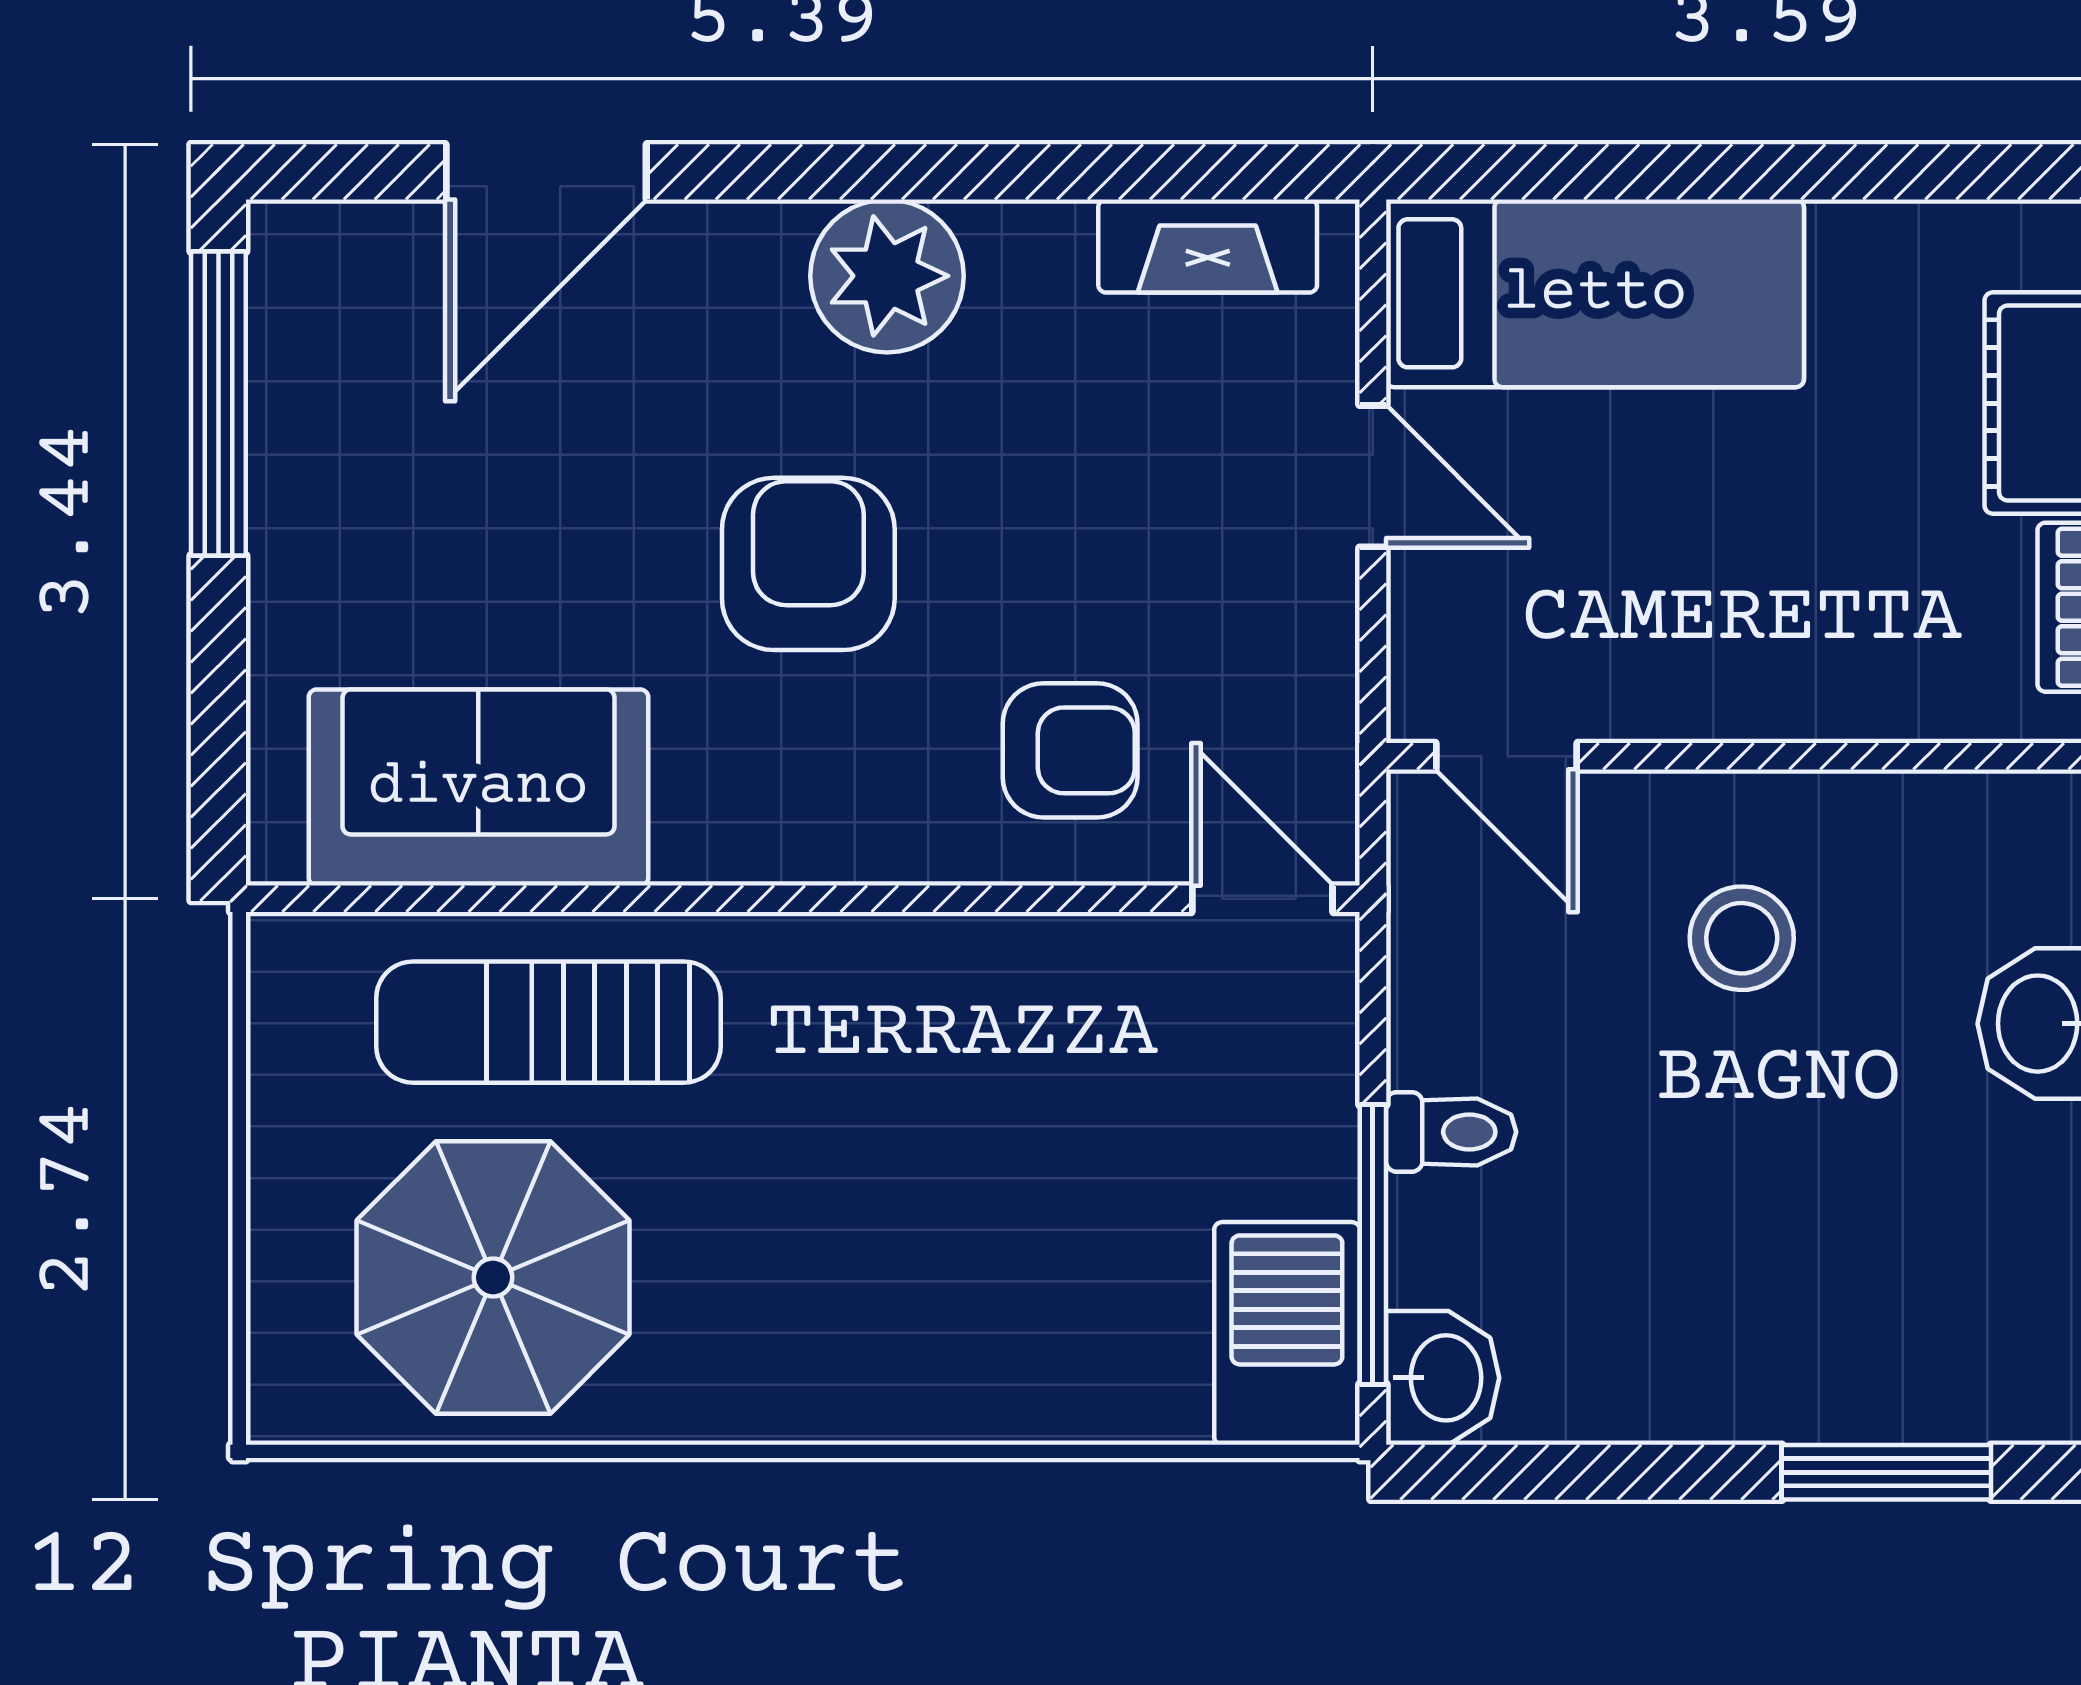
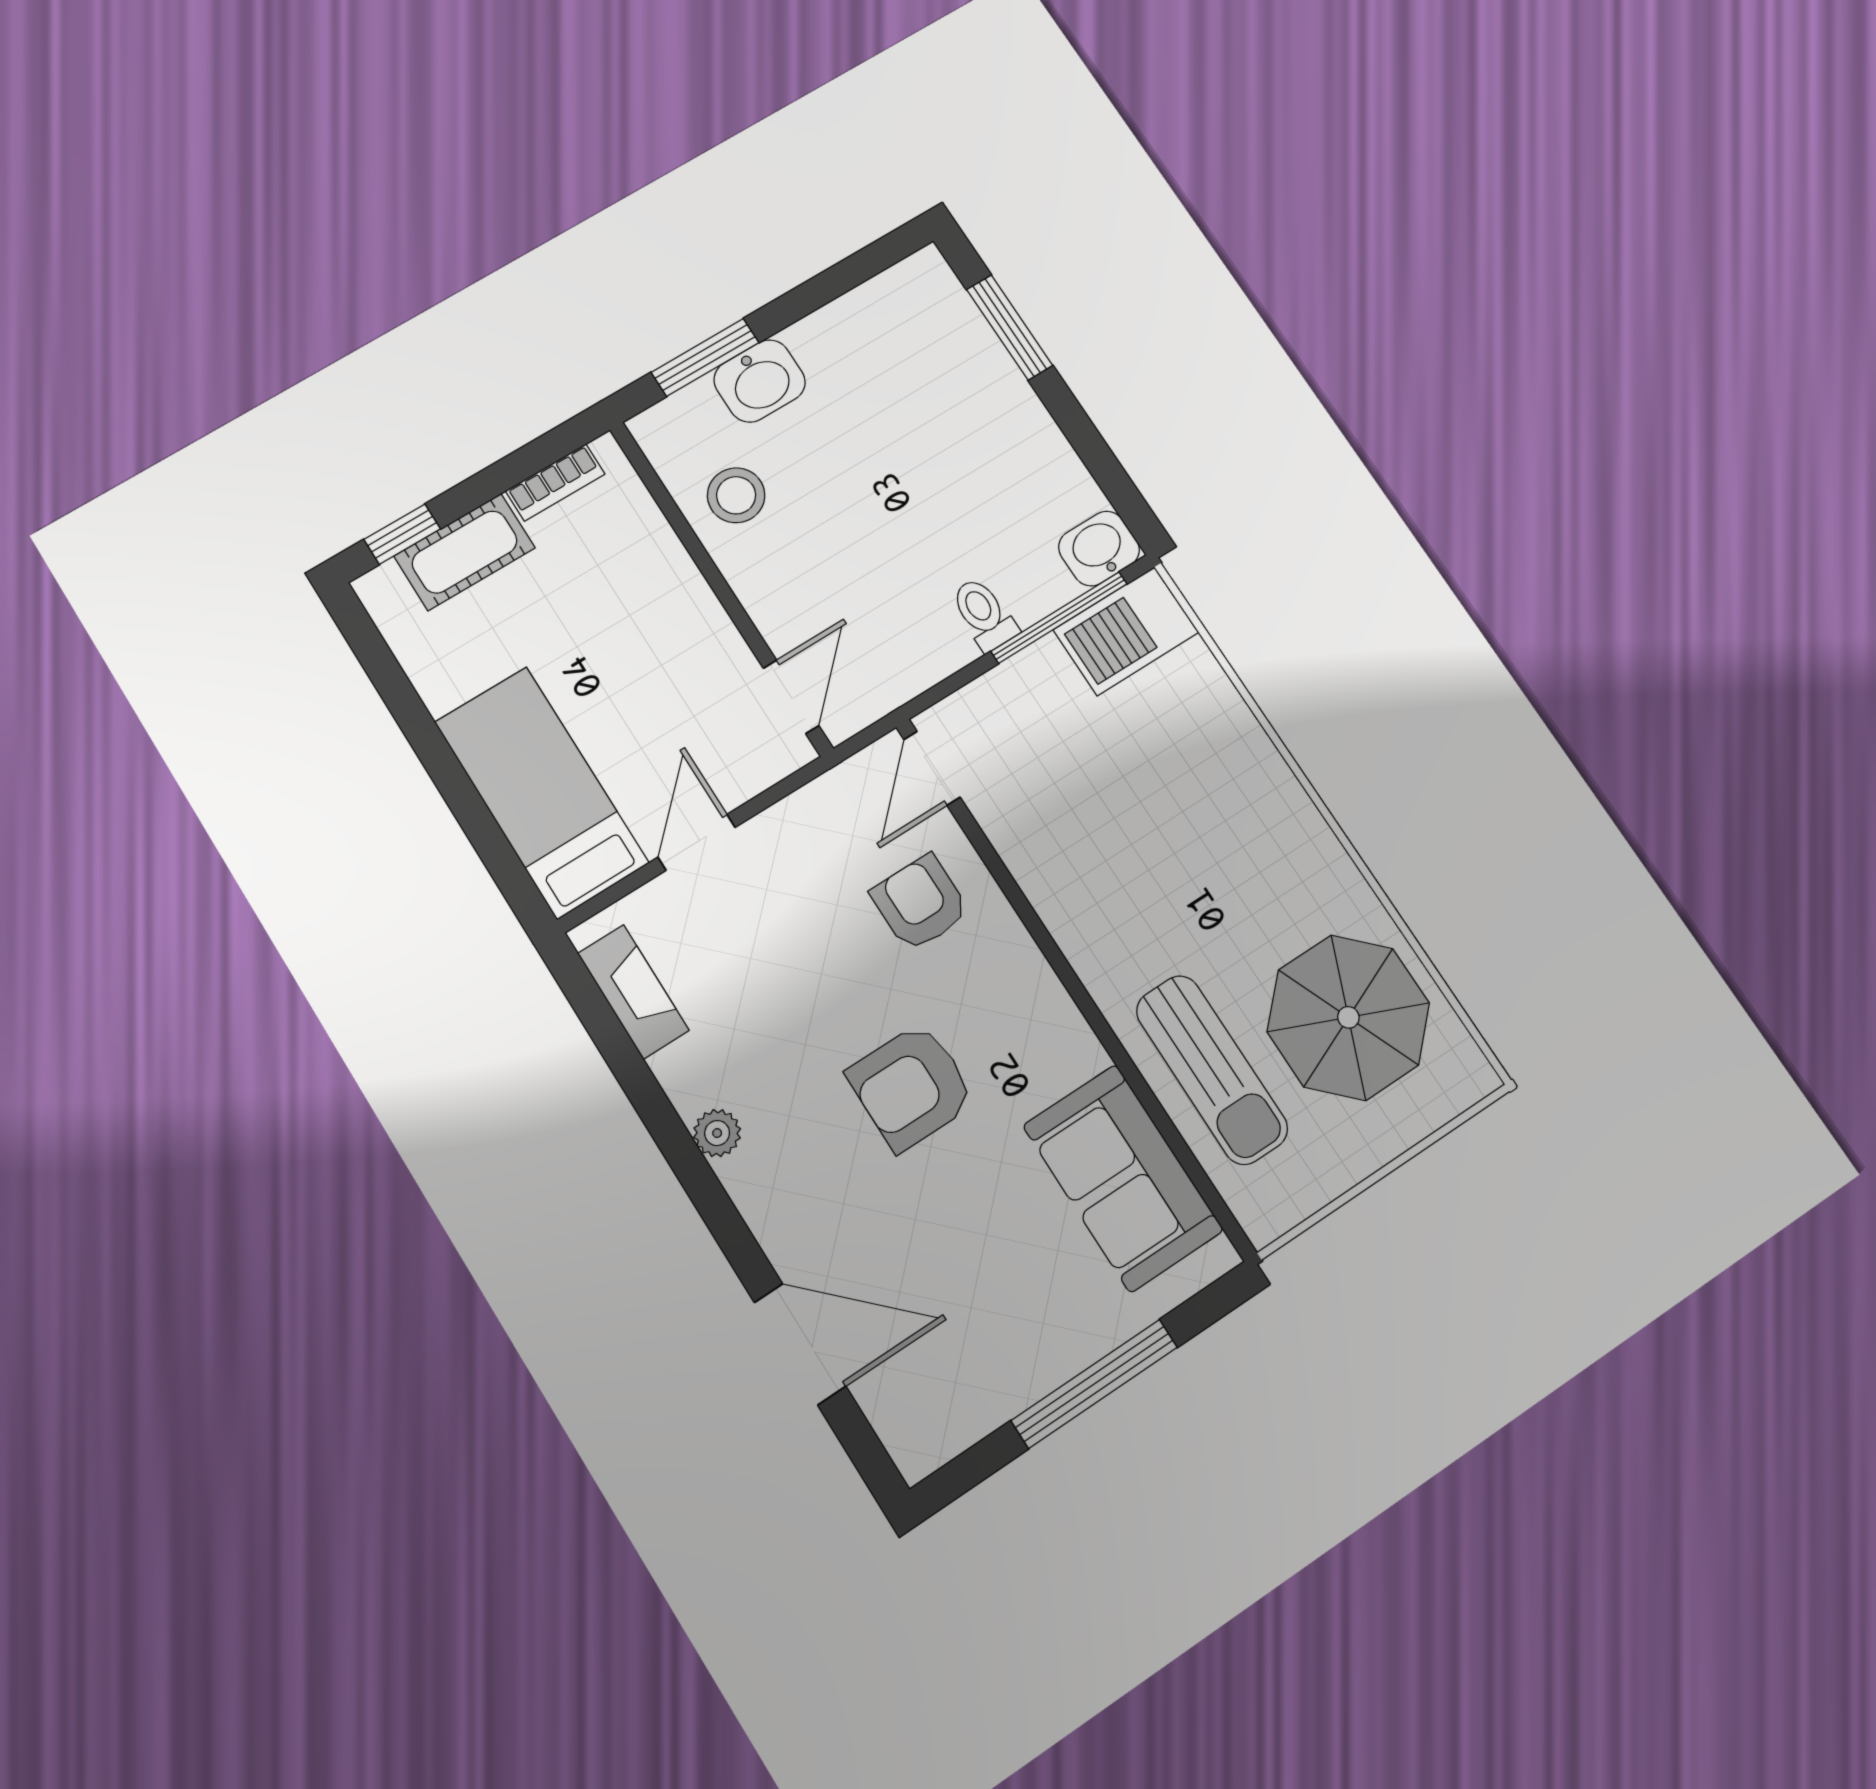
plant: (887, 276) -> (717, 1133), width x0.53, depth x0.53
window: (218, 404) -> (1094, 1384), moved
stool: (1742, 938) -> (736, 495), moved

